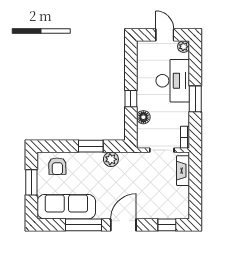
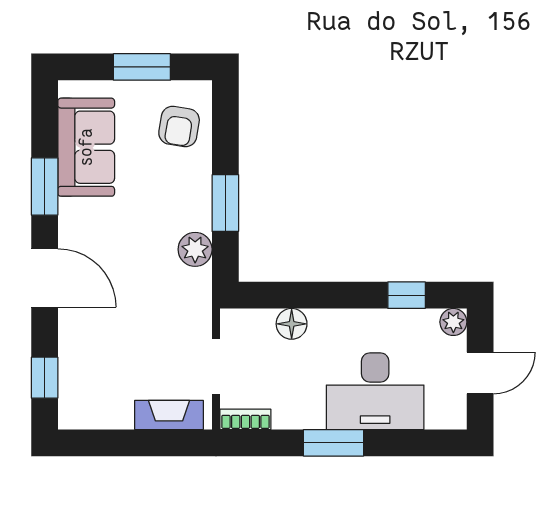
plant: (184, 47) -> (453, 322), moved
window: (131, 99) -> (407, 295), moved
armchair: (57, 166) -> (179, 127), turned -80
sofa: (66, 207) -> (86, 147), width x0.73
window: (84, 225) -> (45, 187), width x0.69

